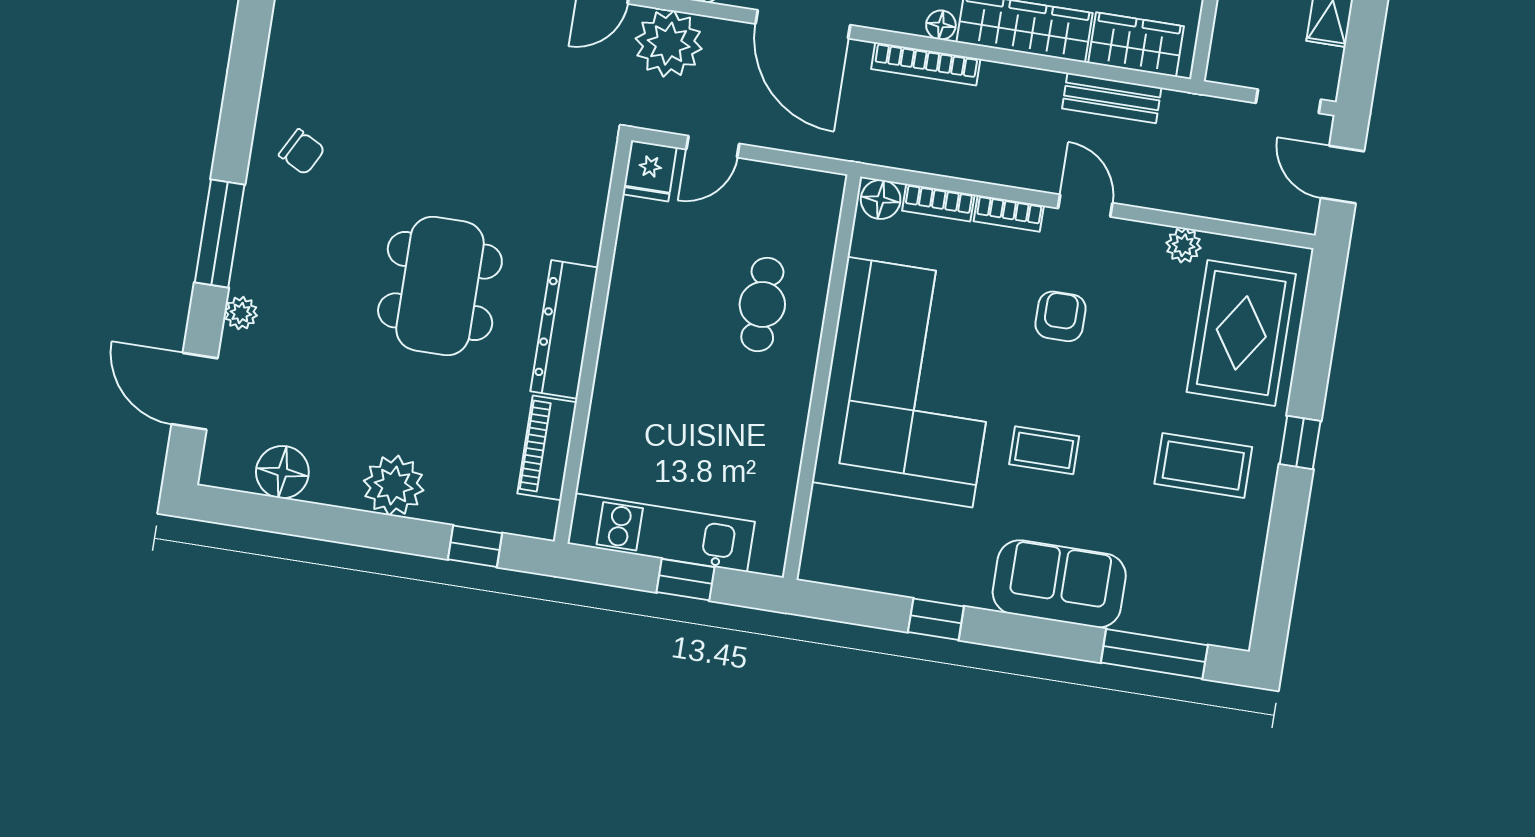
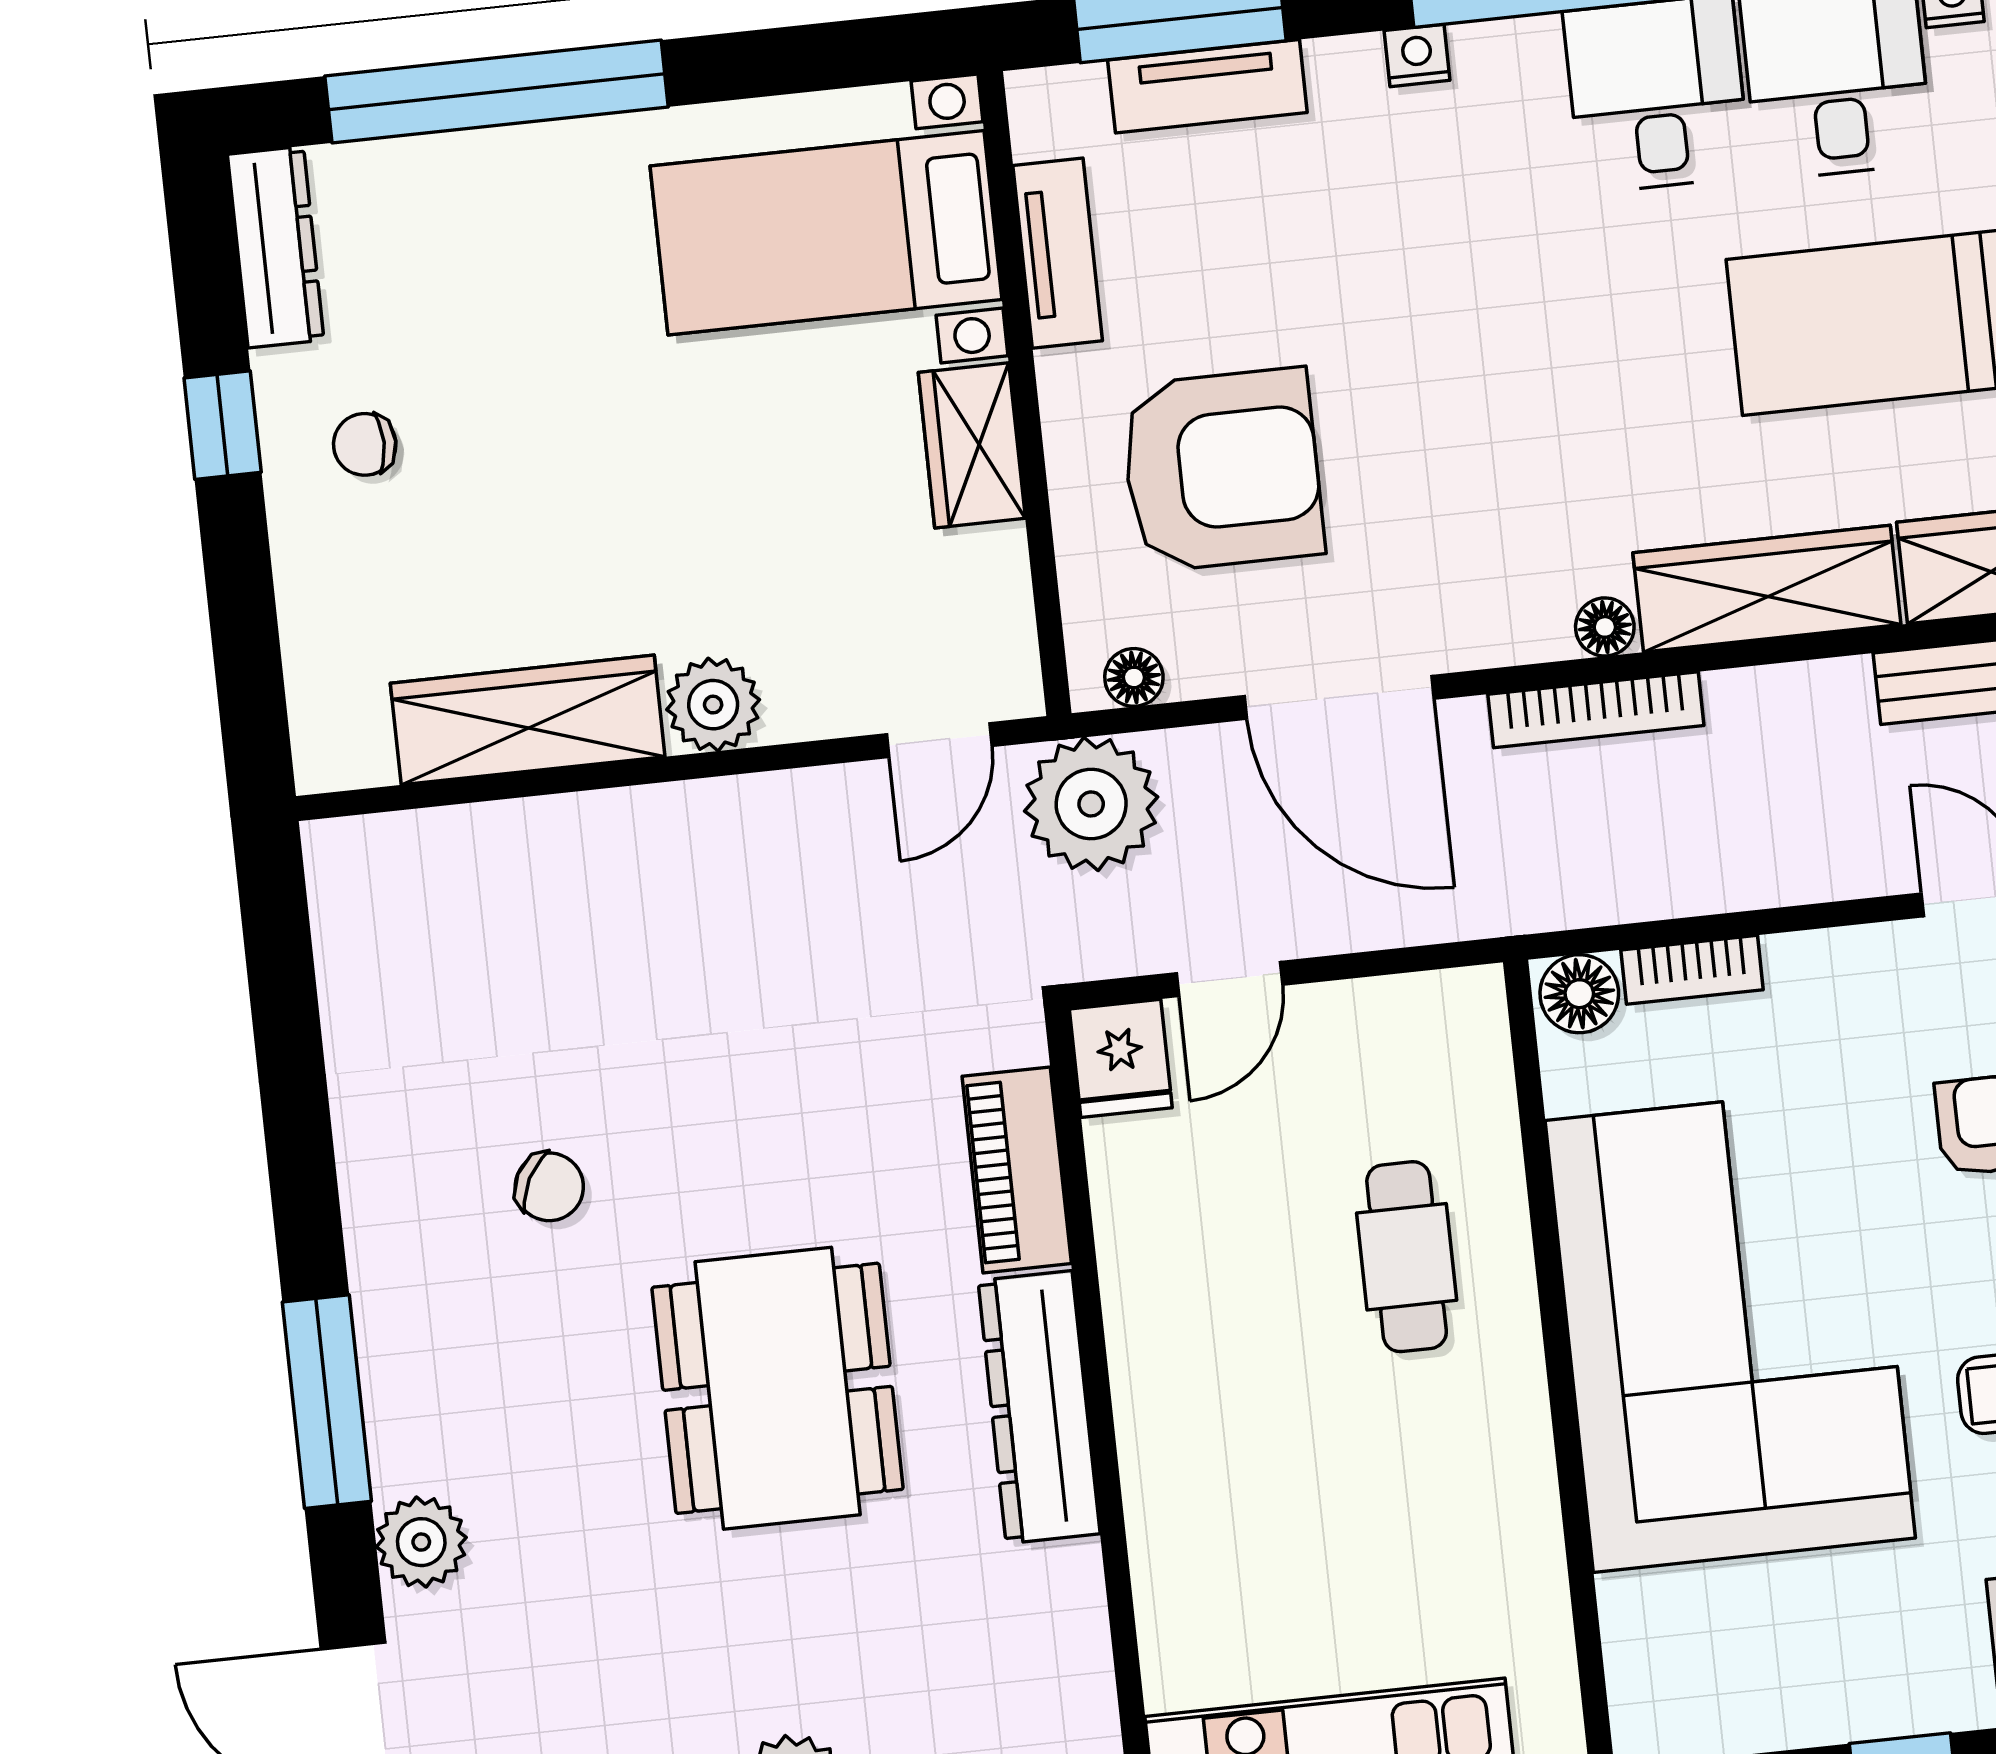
chair: (302, 152) -> (549, 1187), moved
bookcase: (1009, 213) -> (1833, 954), removed
plant: (241, 313) -> (421, 1542), width x1.38, depth x1.38
piano: (547, 448) -> (1017, 1170), moved

